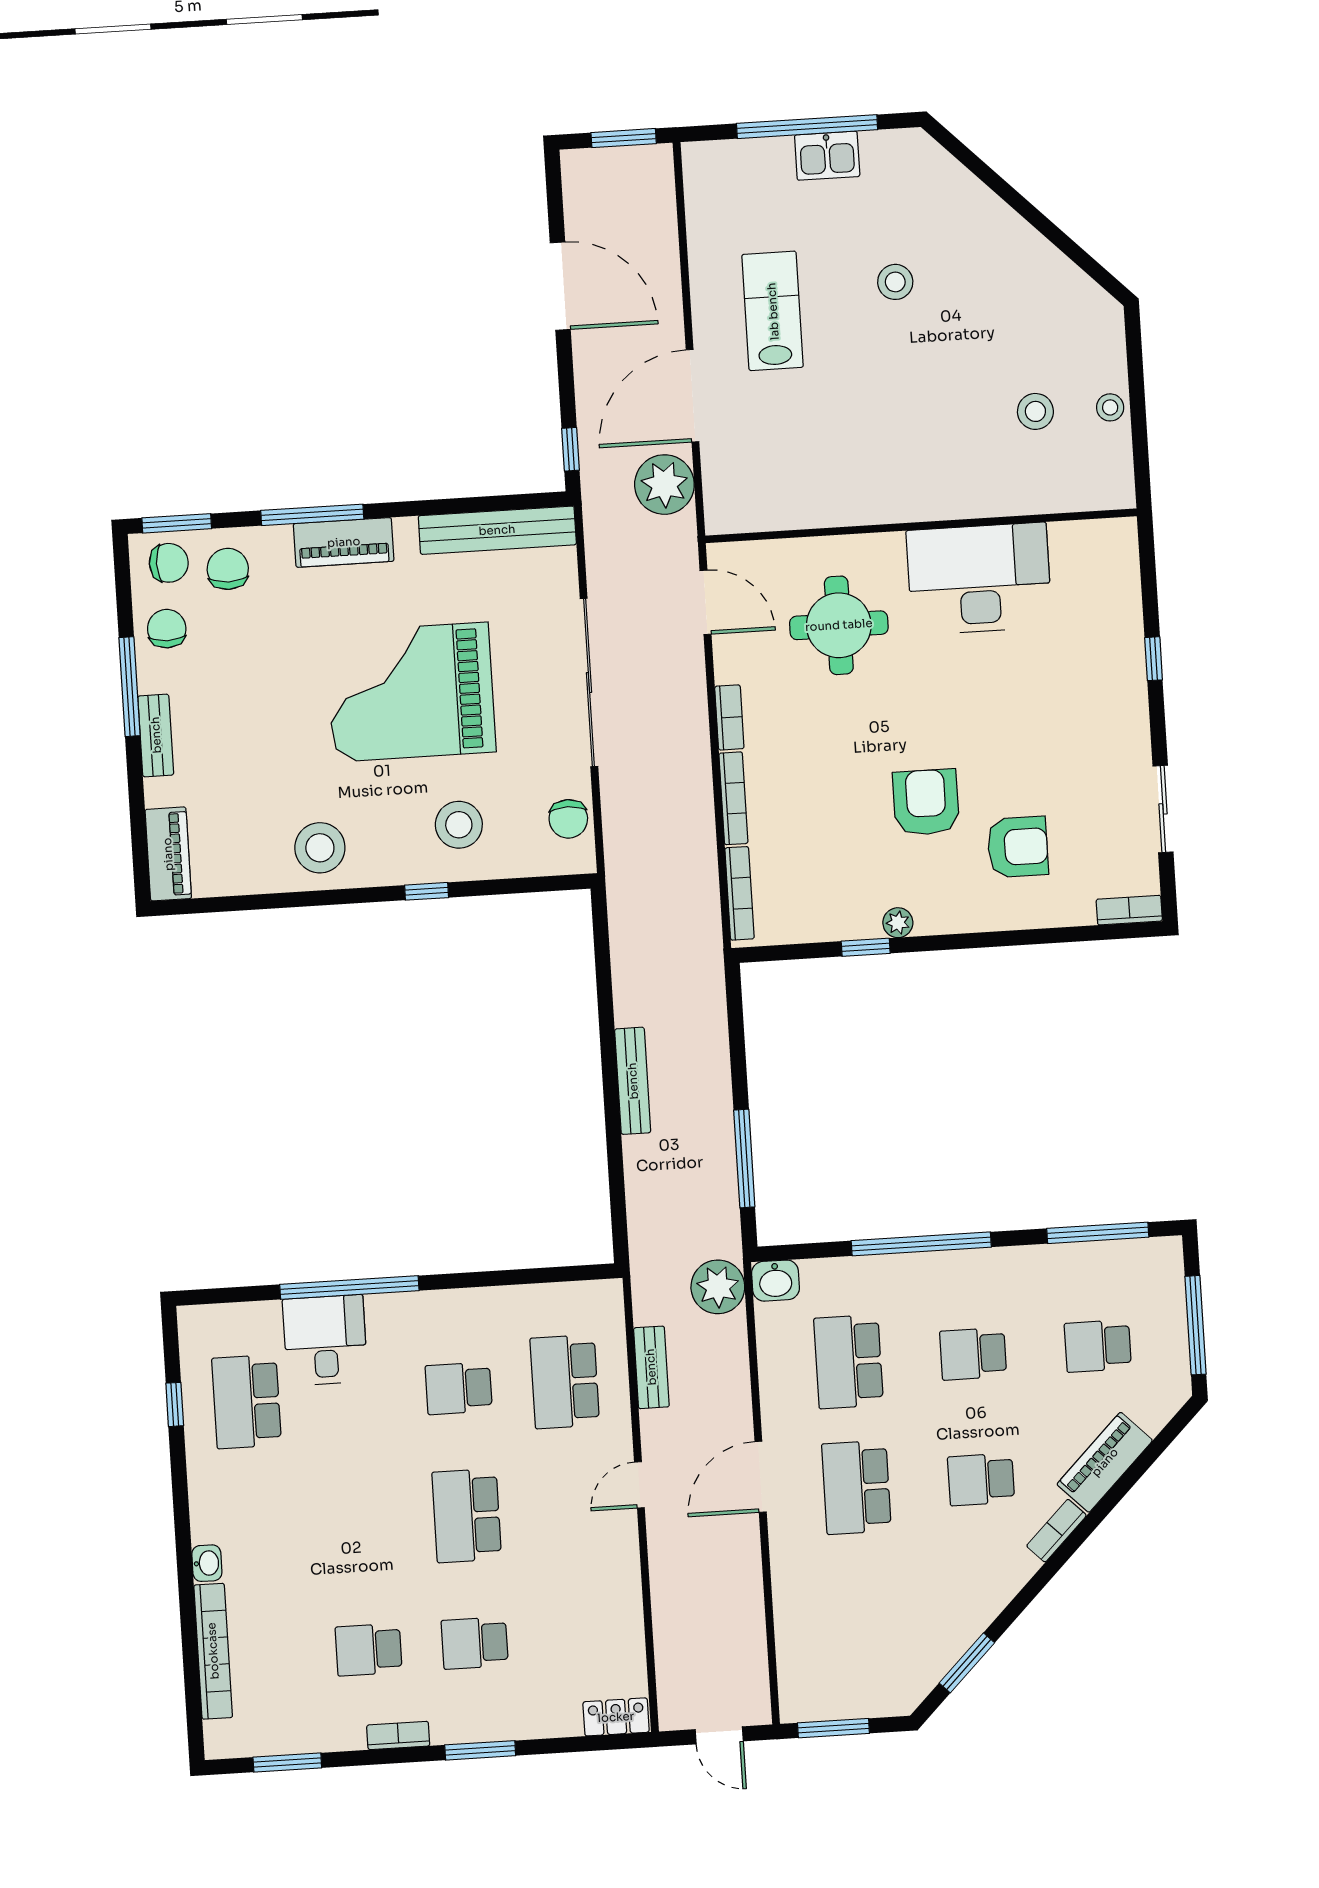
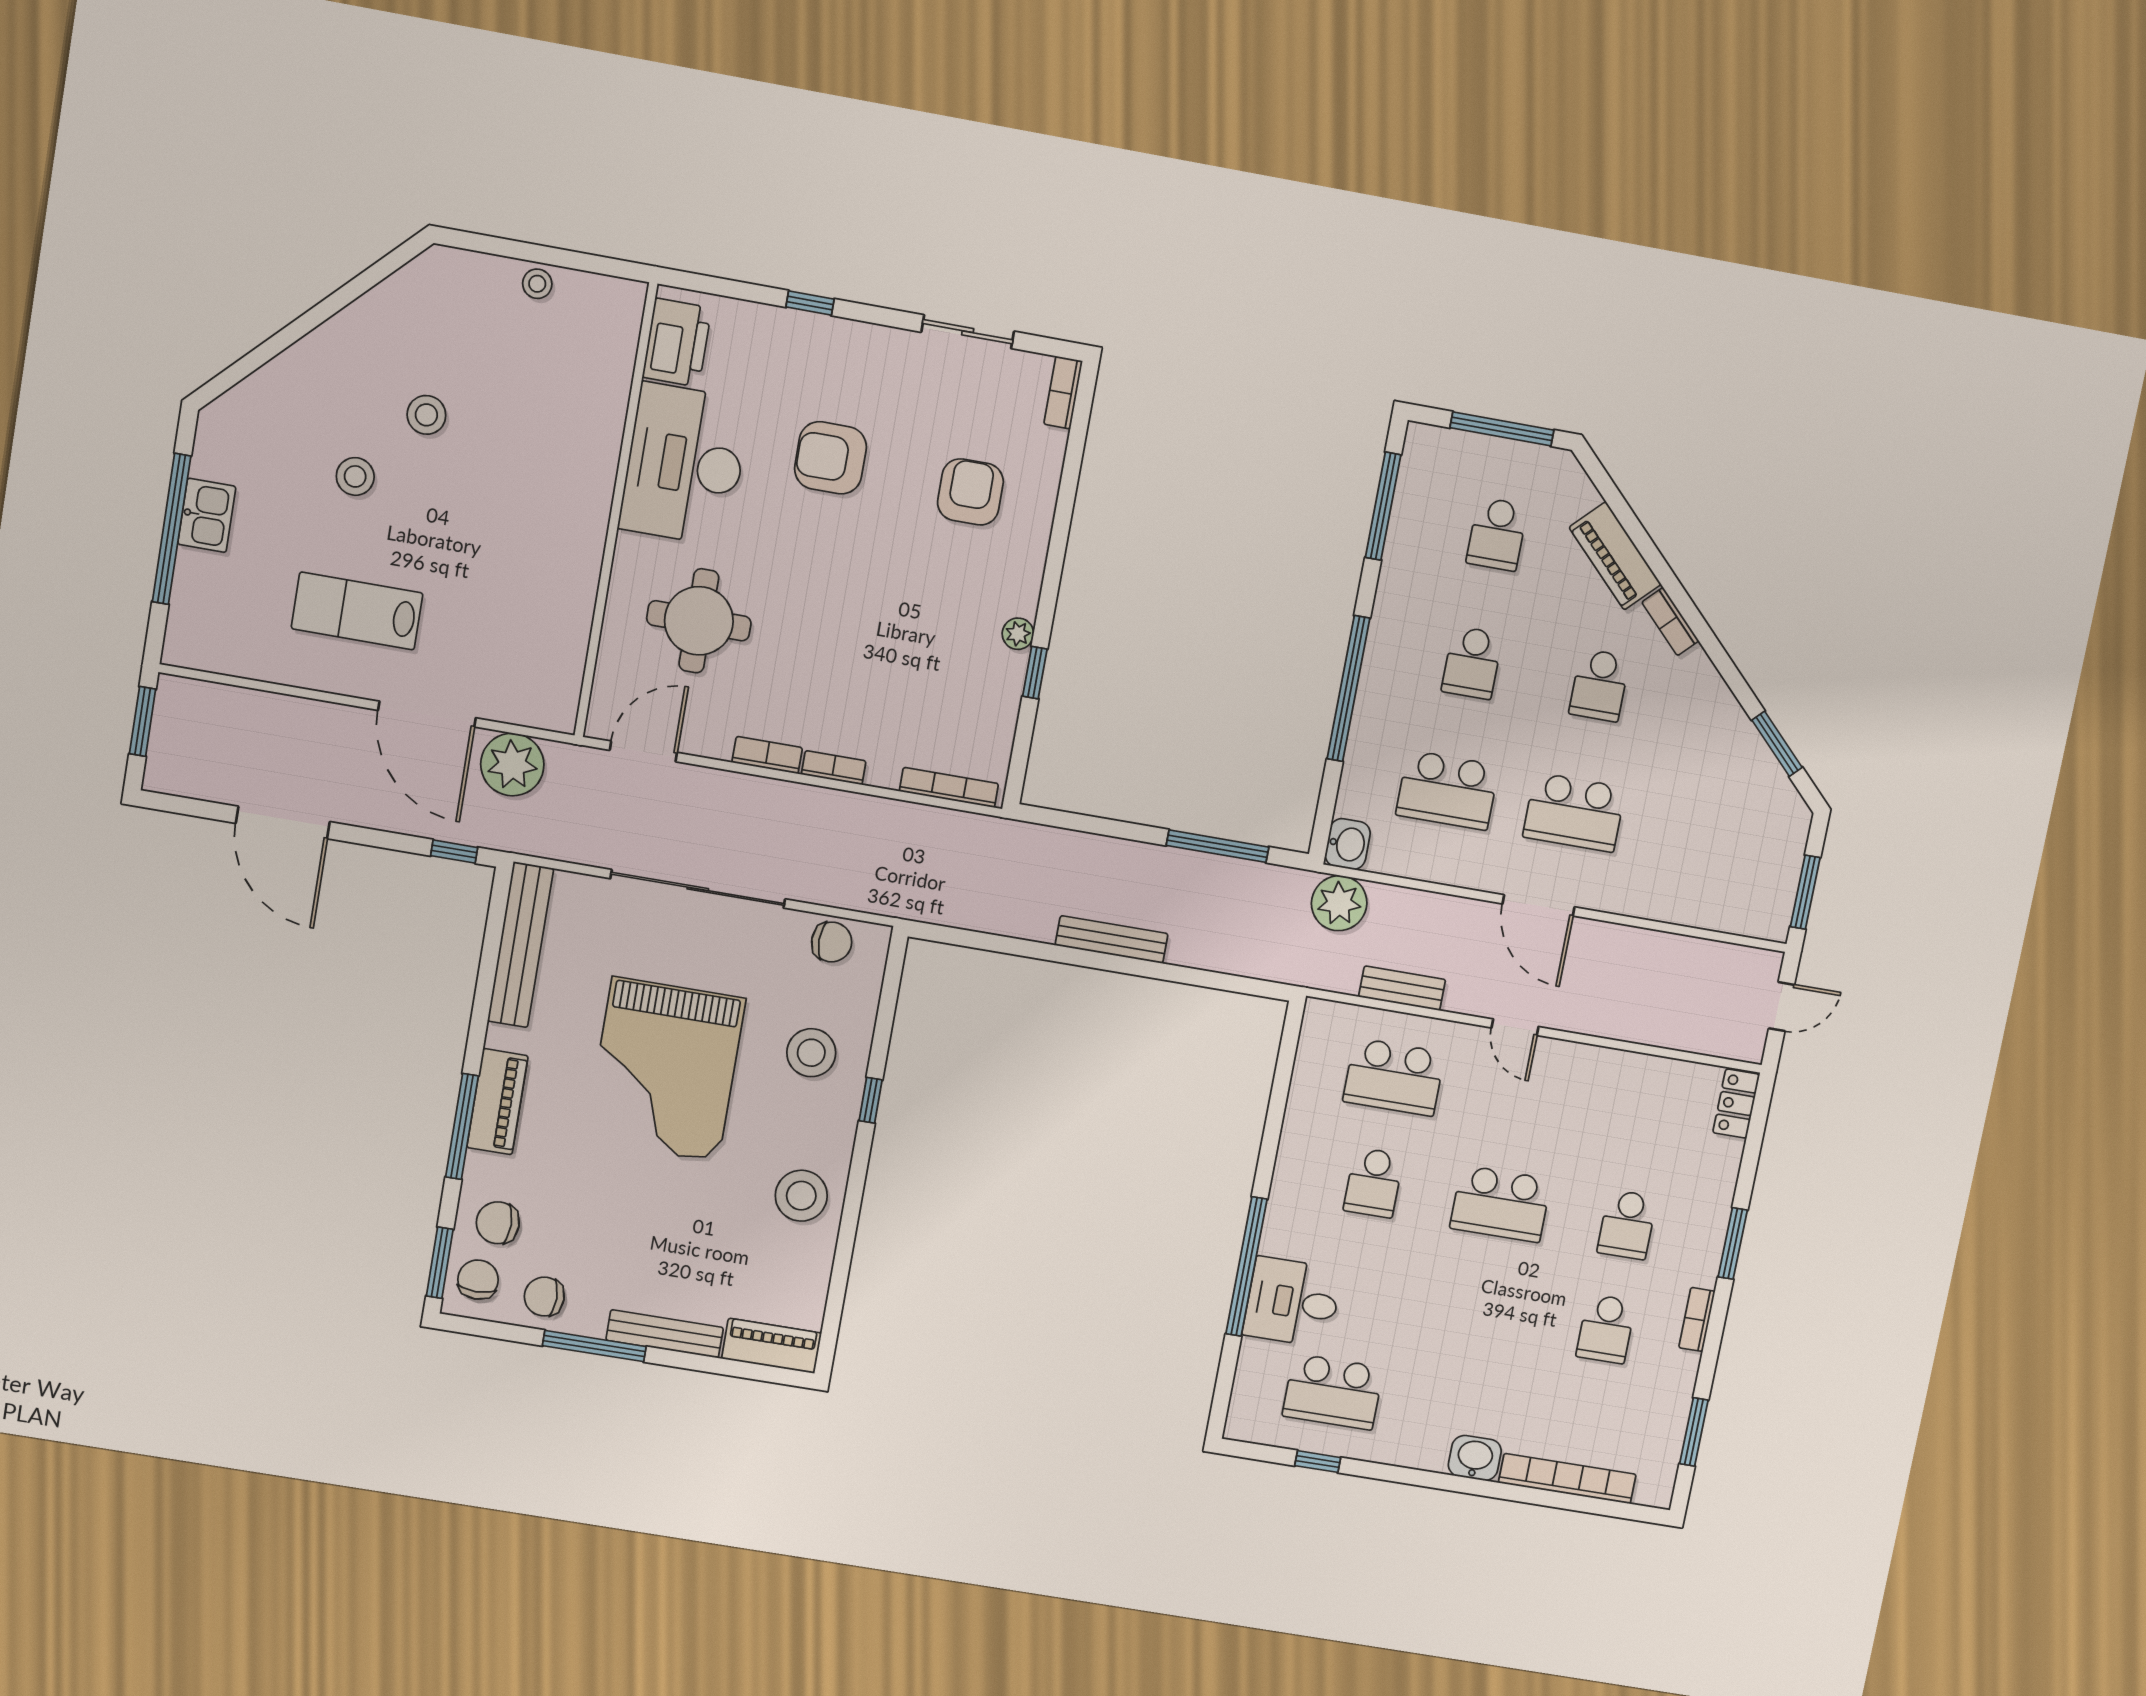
door: (560, 286) -> (283, 823), swing flipped
stool: (1035, 411) -> (426, 415), moved
printer: (1088, 546) -> (677, 343), added
bench: (156, 735) -> (665, 1334), width x1.36
bookcase: (733, 798) -> (834, 768), width x0.64
armchair: (926, 802) -> (830, 458), moved
washbasin: (207, 1563) -> (1475, 1458), width x1.38, depth x1.45

